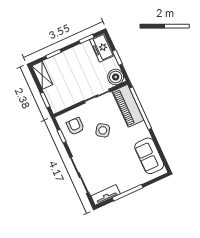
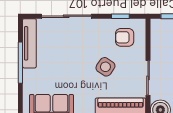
armchair: (75, 126) -> (125, 37), turned 180
tv unit: (106, 195) -> (29, 43), width x1.41

